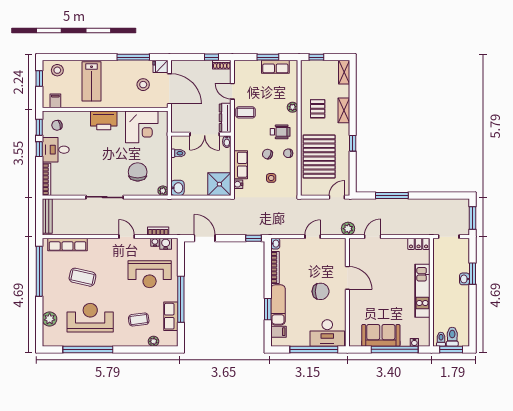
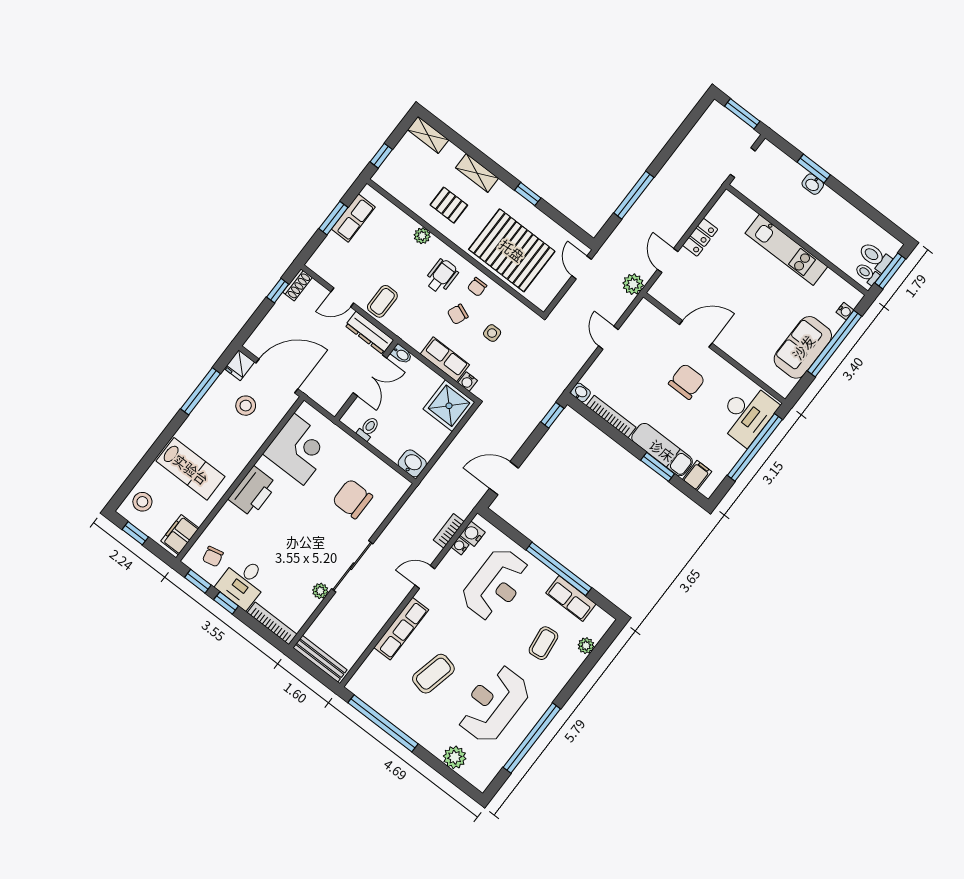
filing cabinet: (55, 101) -> (180, 535), width x2.00
plant: (163, 191) -> (320, 591), moved
row of seats: (68, 244) -> (401, 629), moved
locker: (419, 244) -> (700, 237), moved

